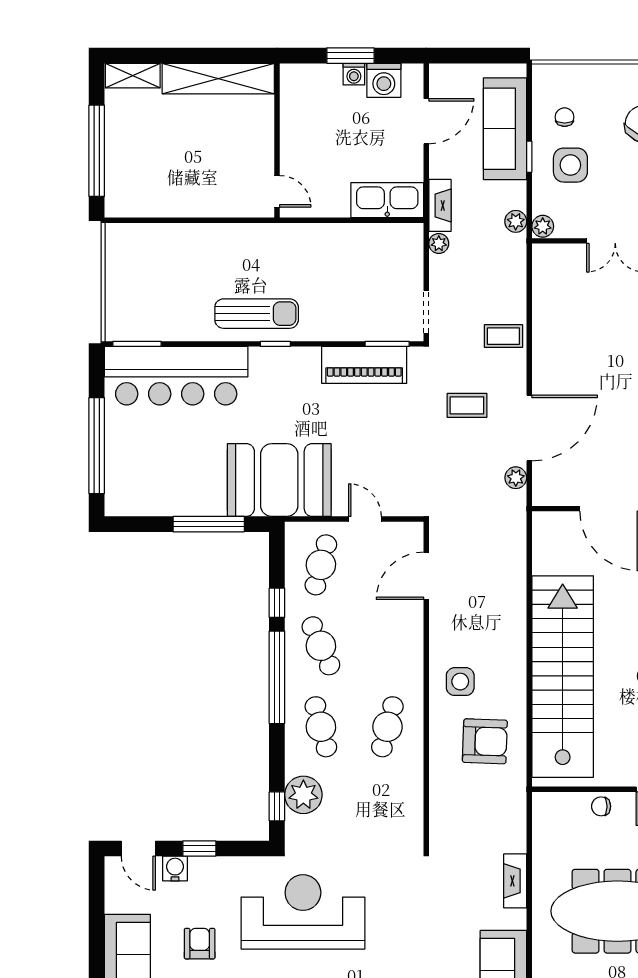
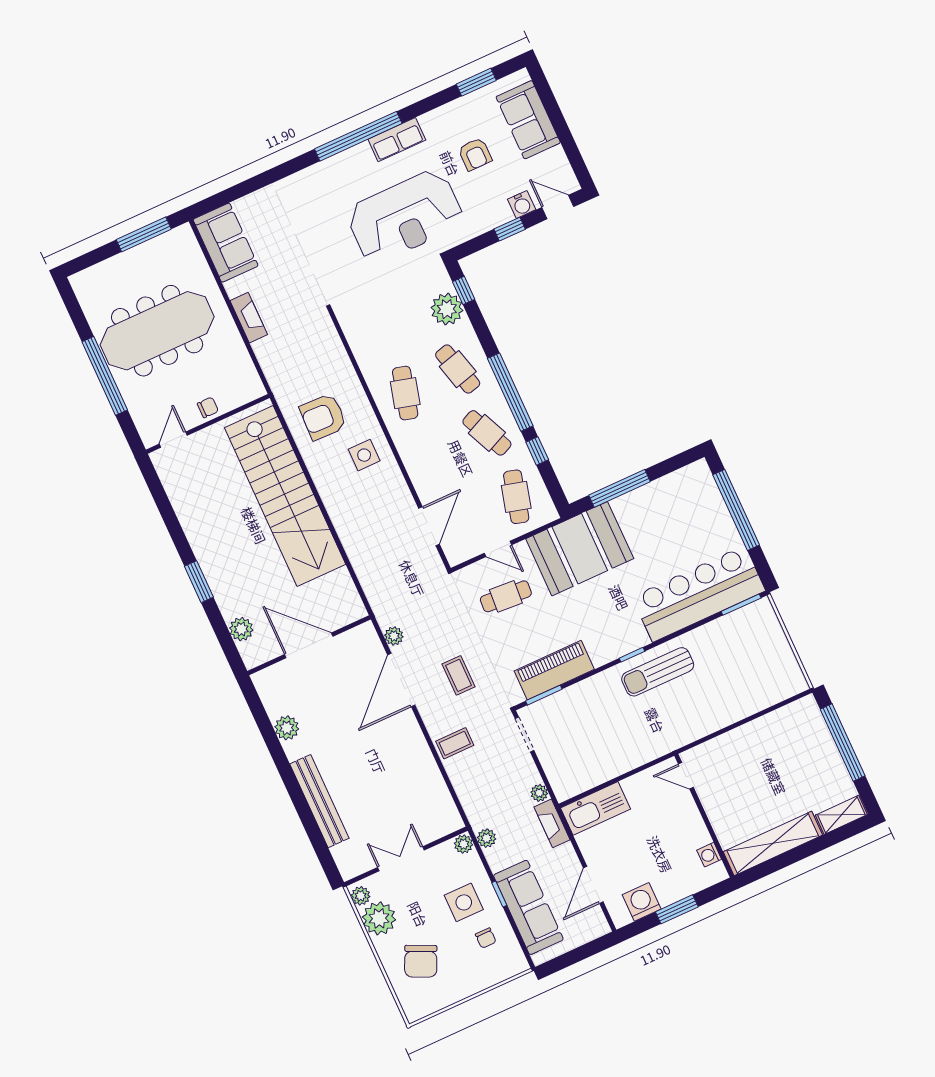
washing machine: (354, 74) -> (709, 855), moved, turned -90
coffee table: (467, 405) -> (459, 675), turned 90
cafe table: (379, 465) -> (506, 596), added

